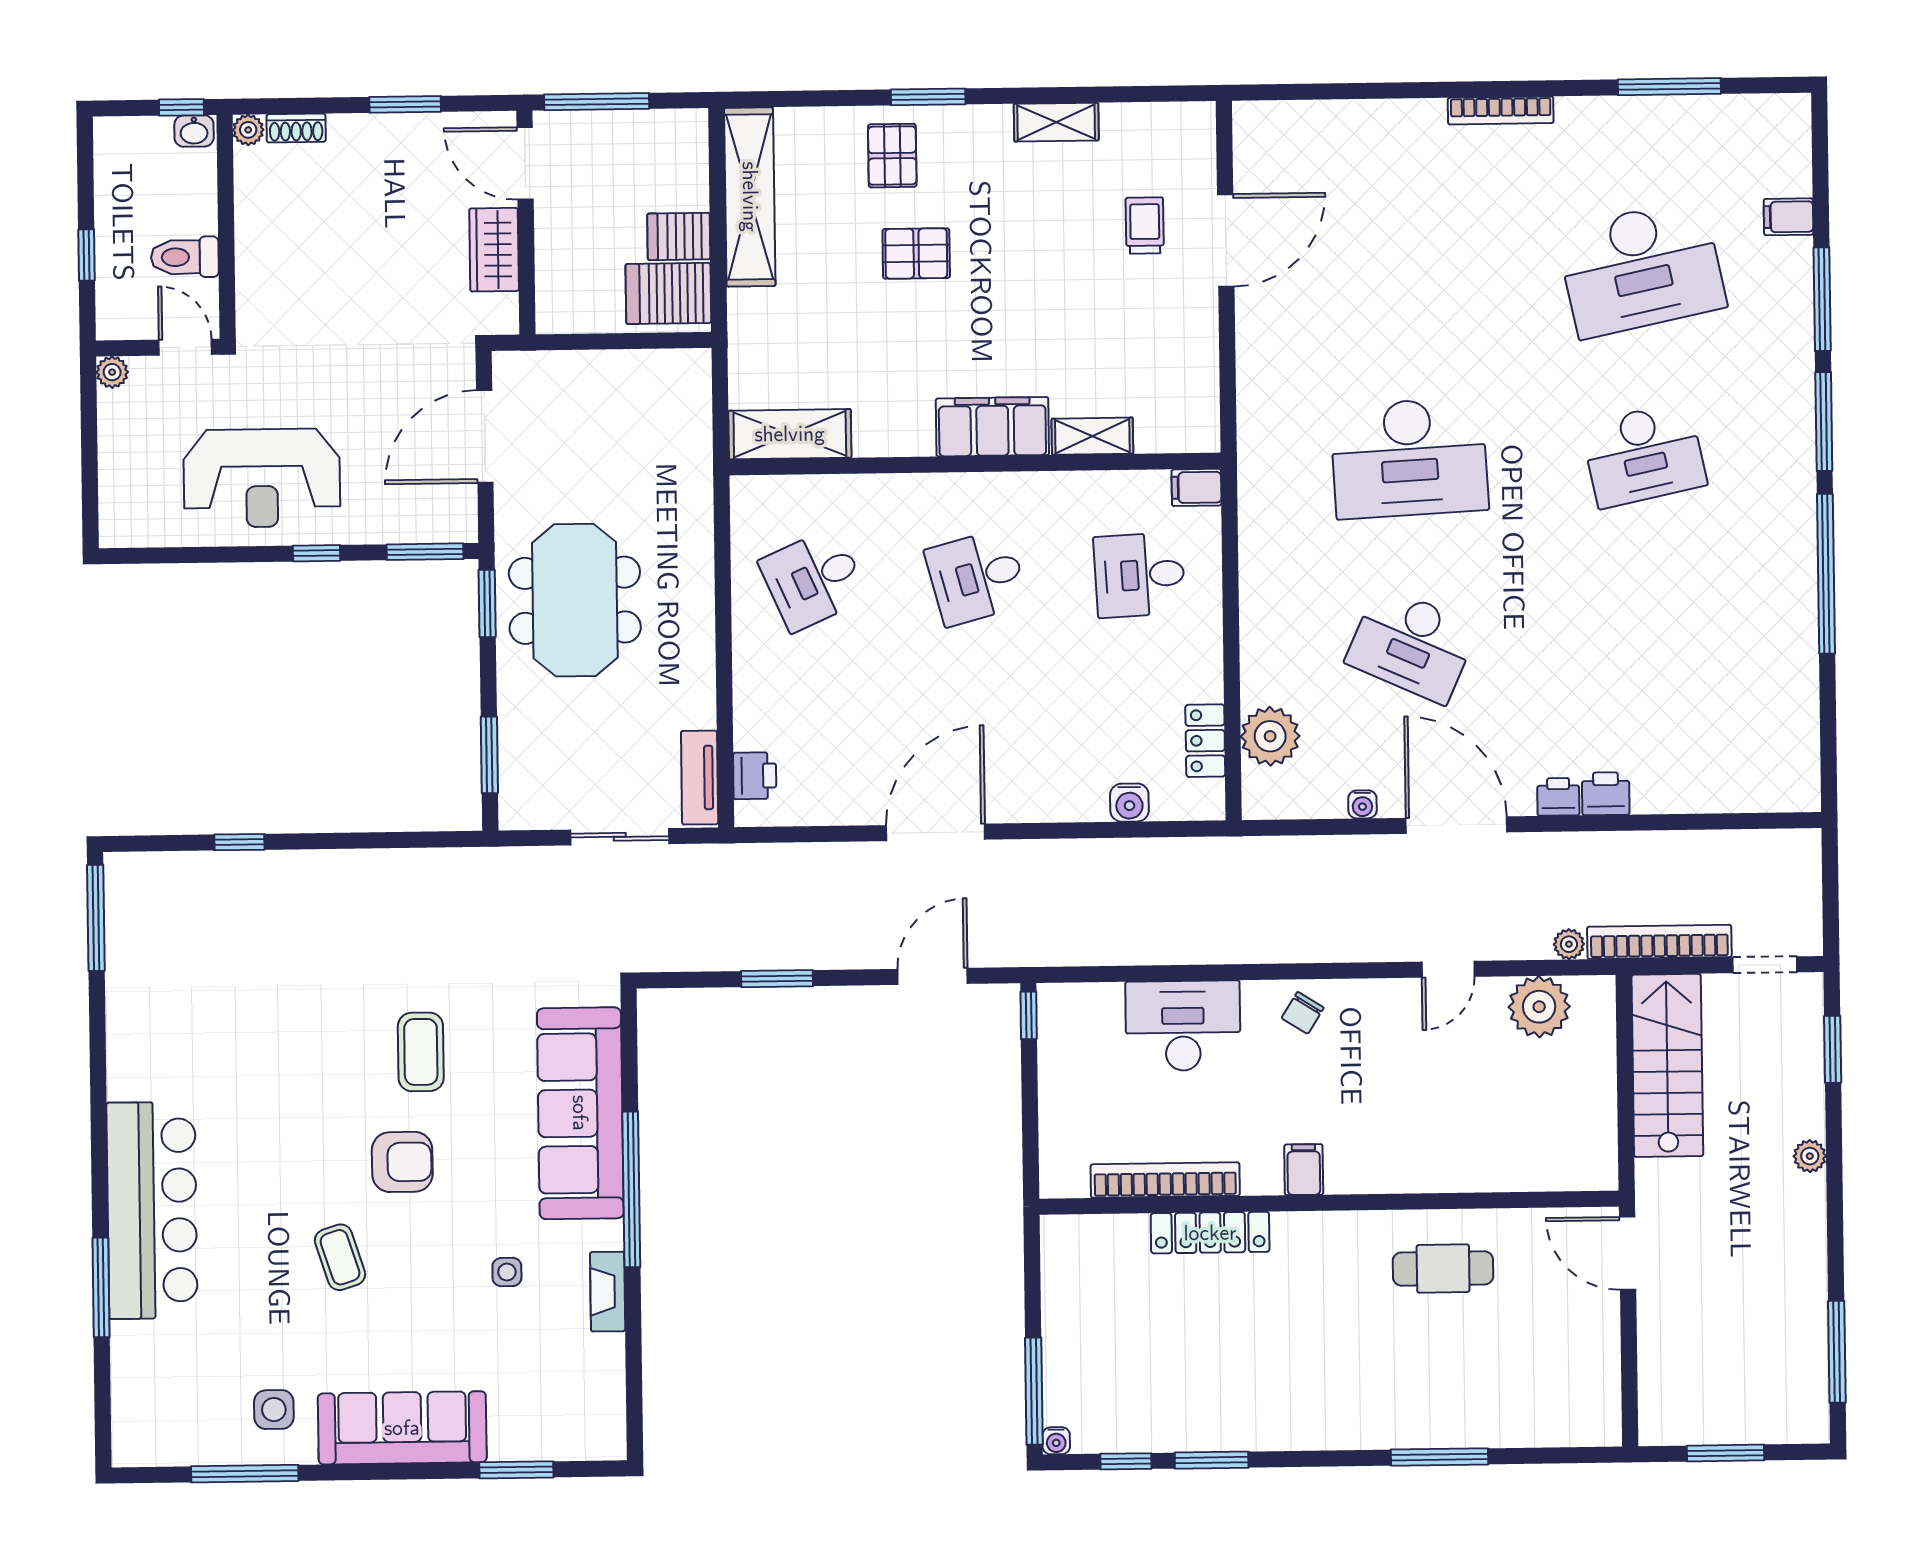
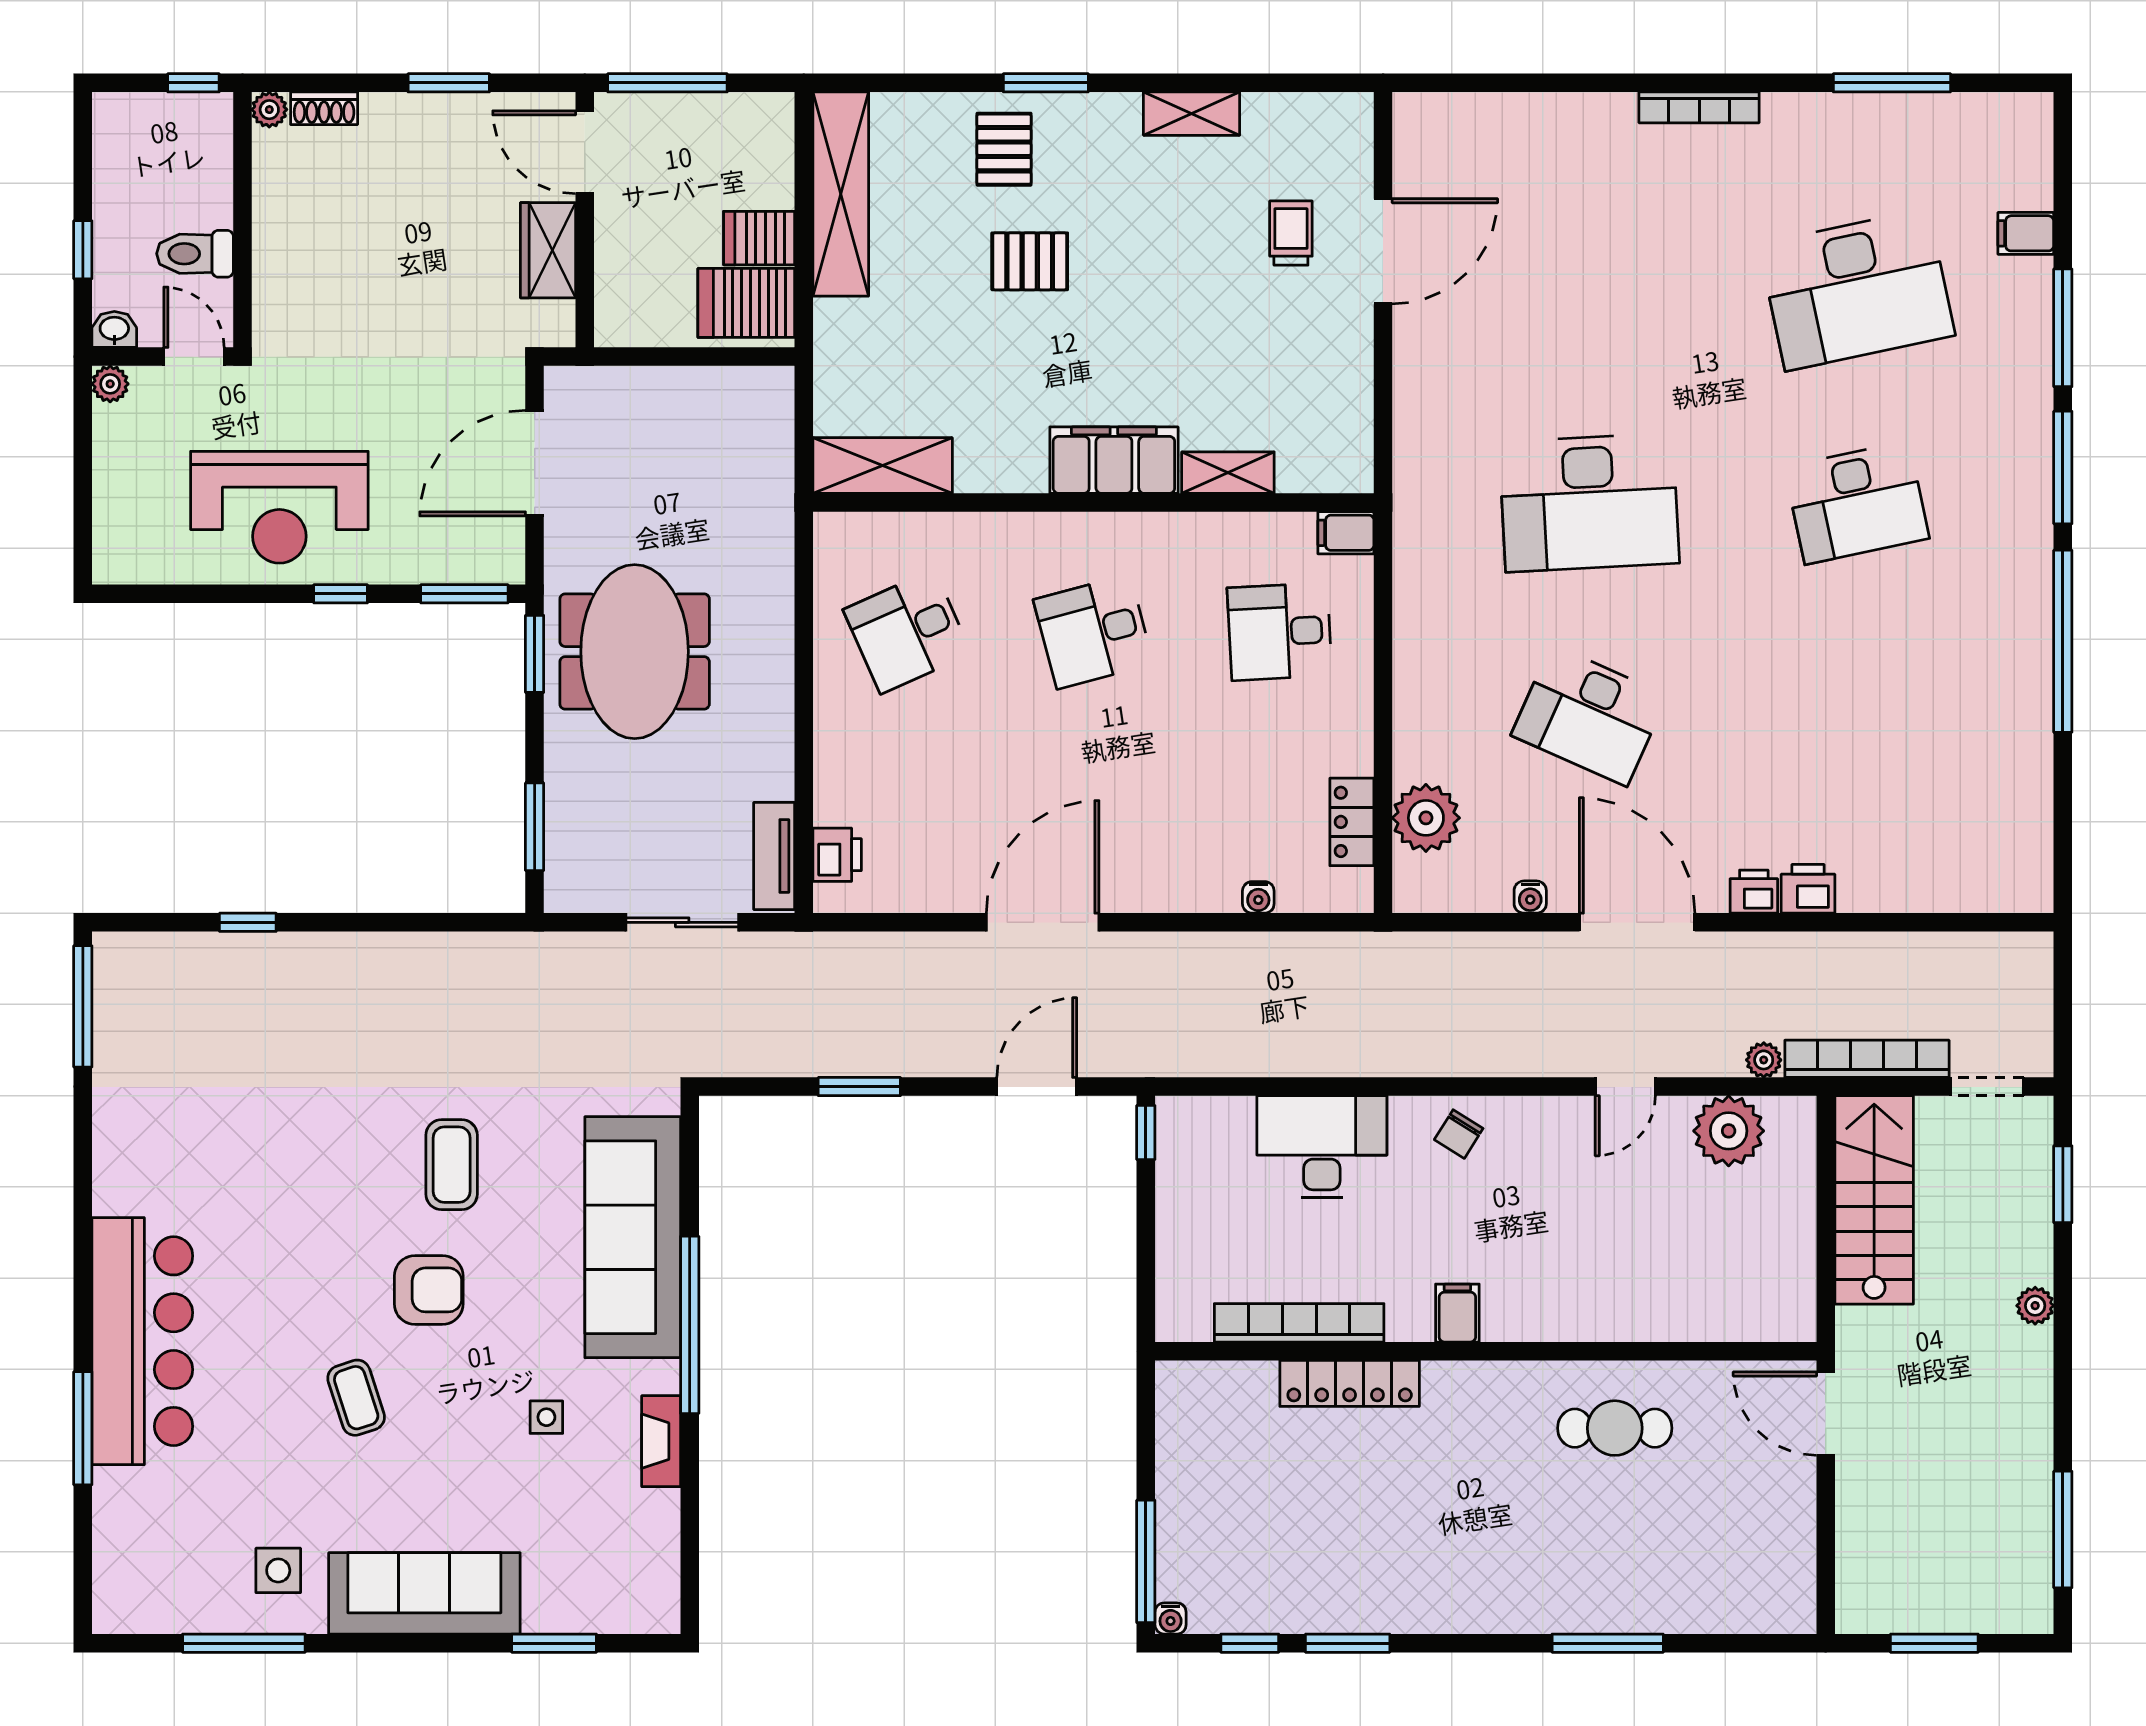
washbasin: (194, 131) -> (114, 329), moved, turned 180
water cooler: (1129, 803) -> (1258, 897), width x0.72, depth x0.72

